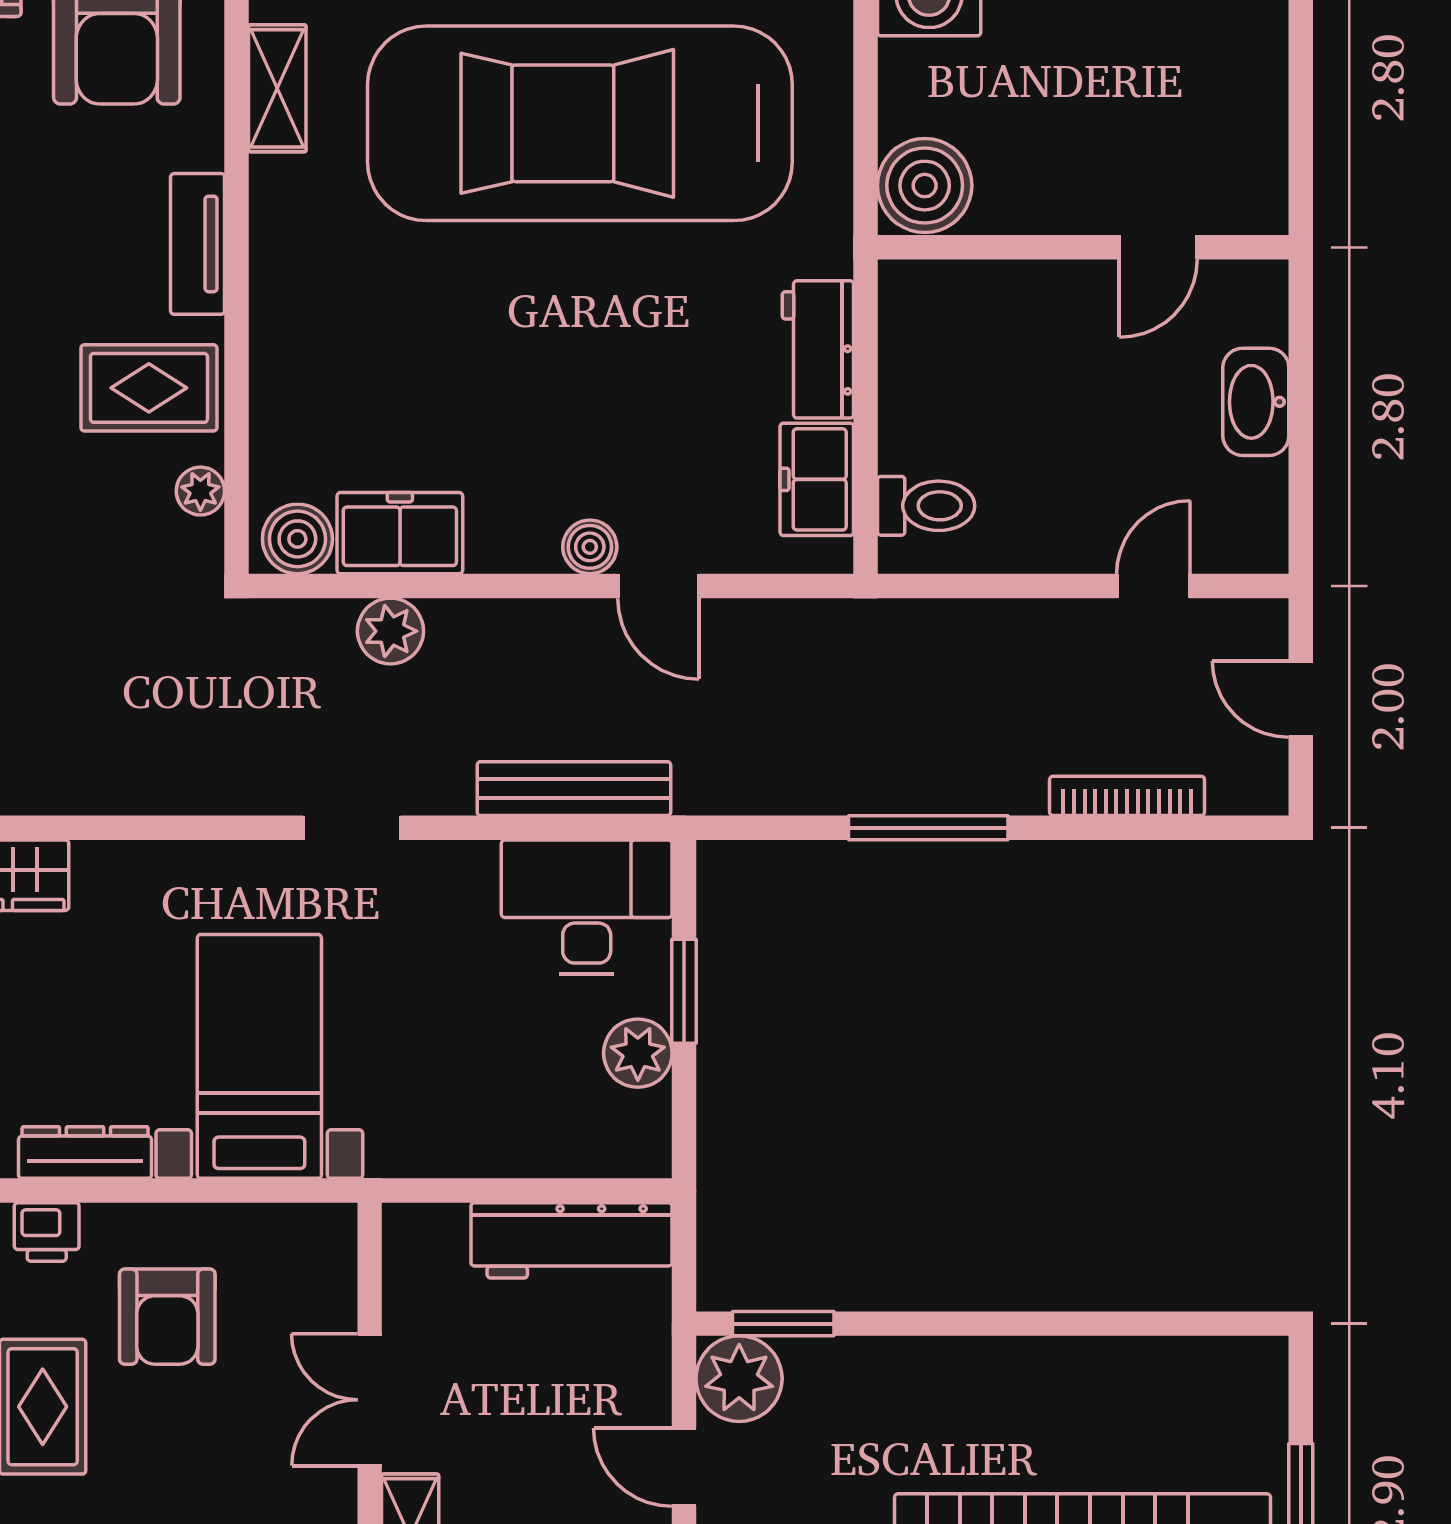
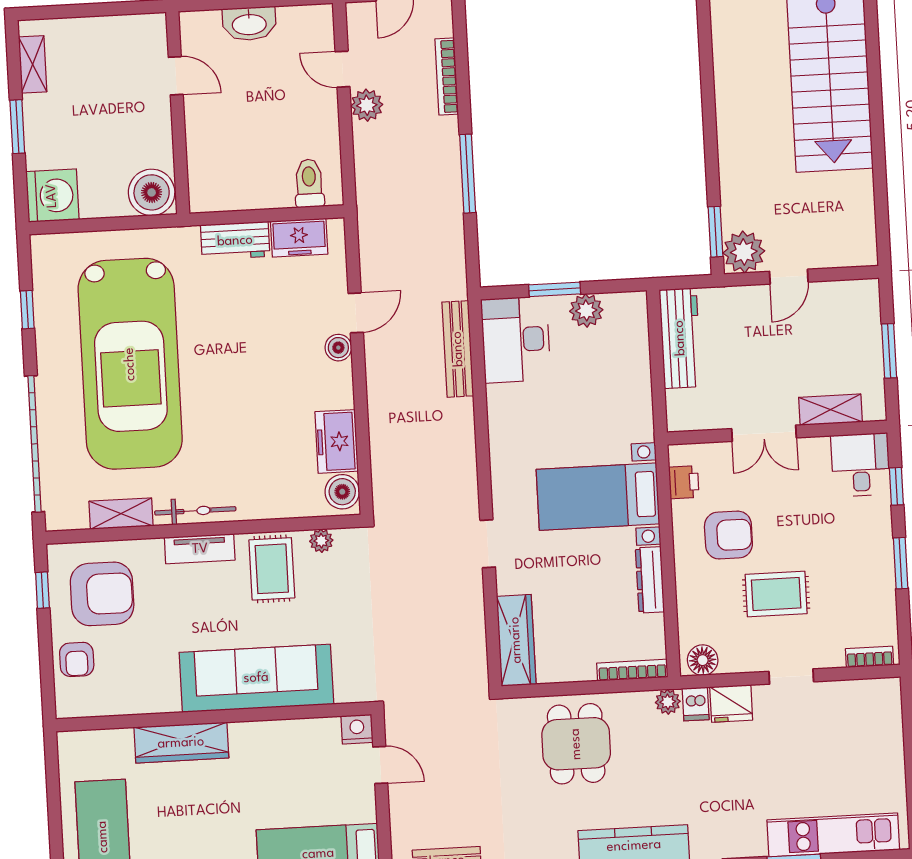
bicycle: (275, 239) -> (195, 511), added
plant: (390, 631) -> (367, 105), moved
doorway: (352, 828) -> (488, 544), moved
printer: (47, 1232) -> (684, 482), moved

